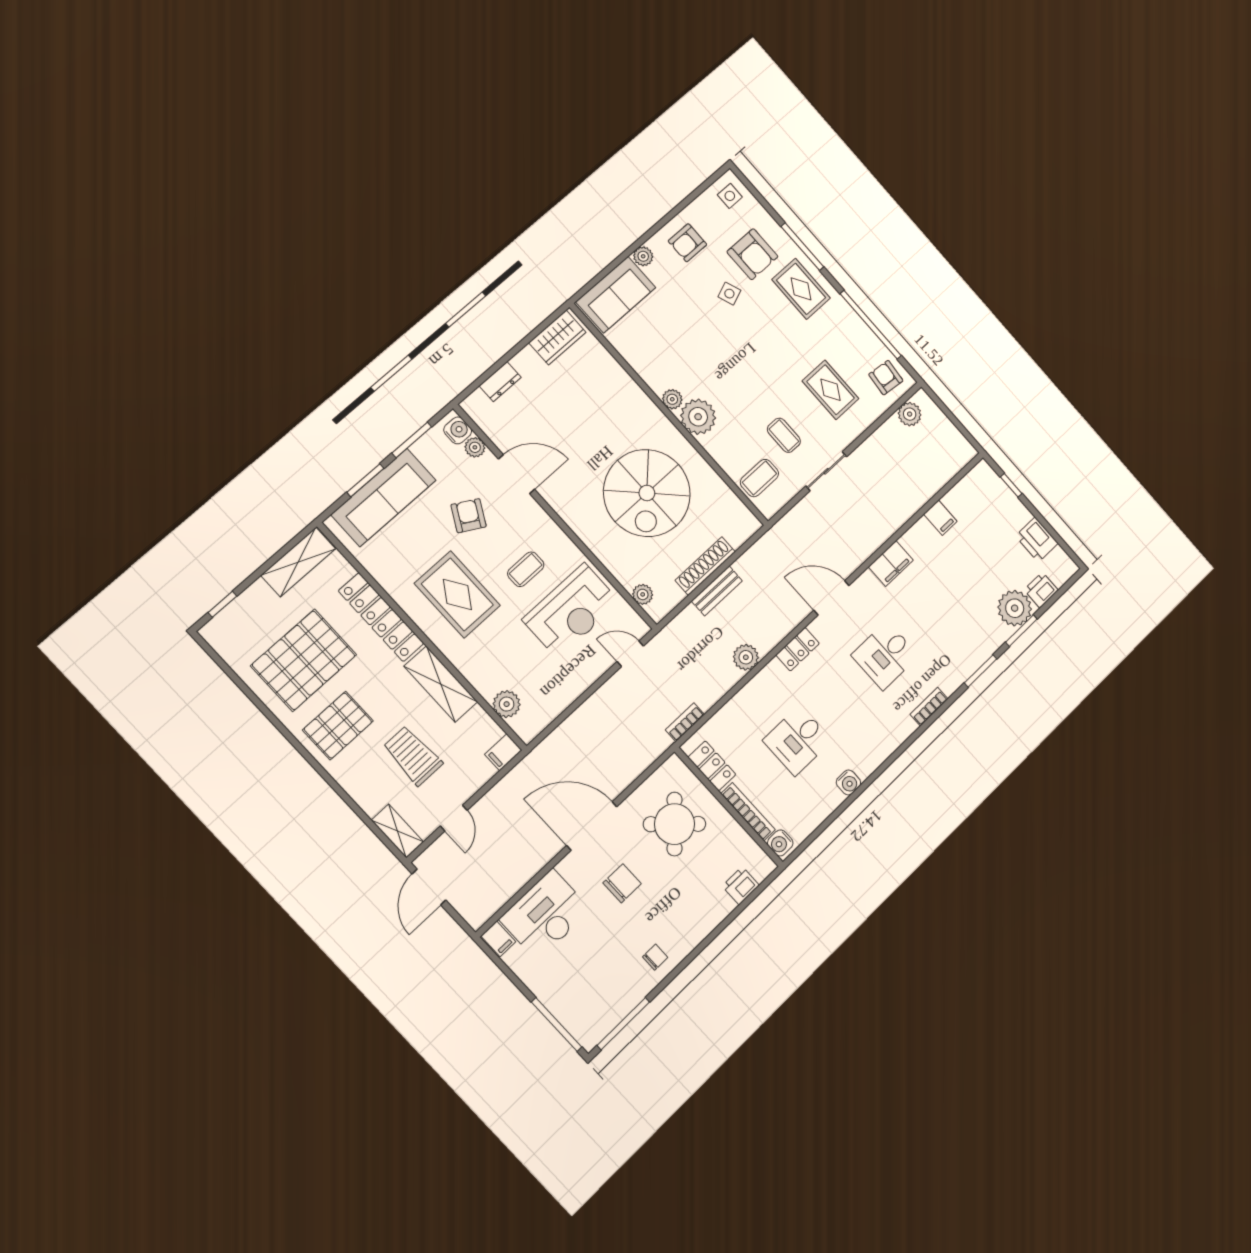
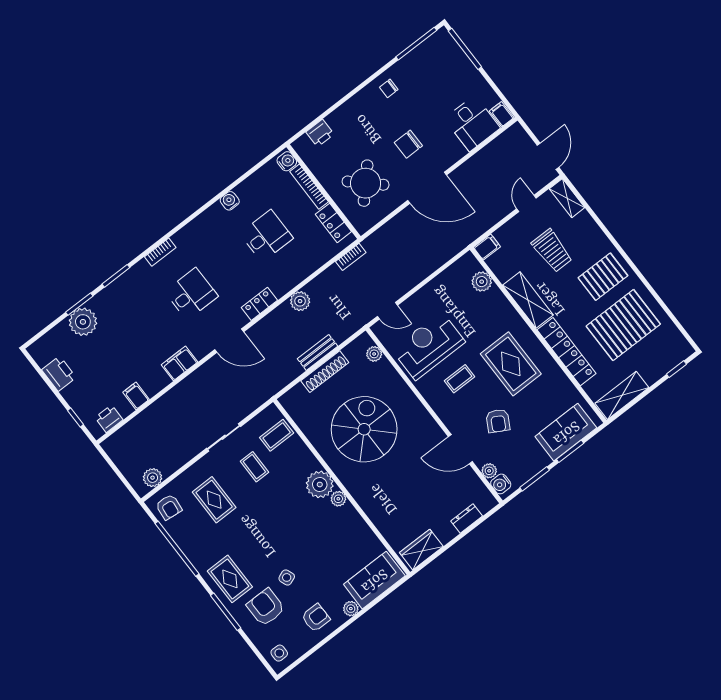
sofa: (384, 497) -> (566, 432), width x0.73
printer: (1041, 590) -> (109, 419), moved, turned 180
desk: (545, 915) -> (472, 123), width x0.73

